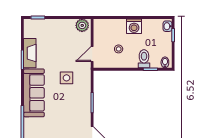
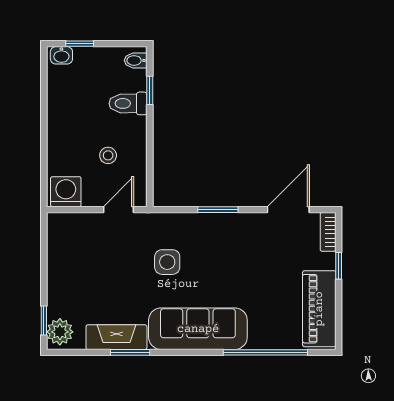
plant: (82, 25) -> (60, 332), moved
washing machine: (134, 26) -> (66, 192), moved, turned -90
door: (92, 54) -> (118, 210), swing flipped

